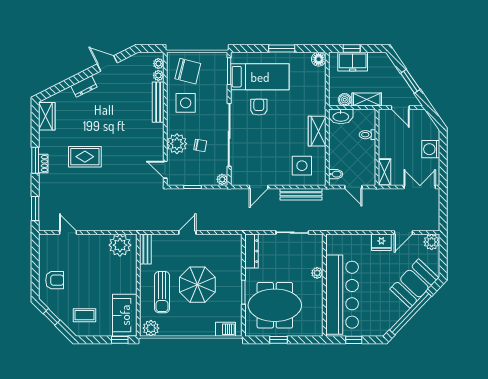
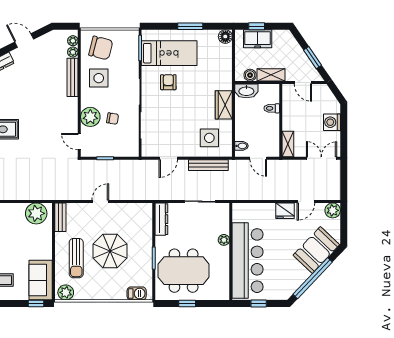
plant: (222, 179) -> (134, 151), removed

